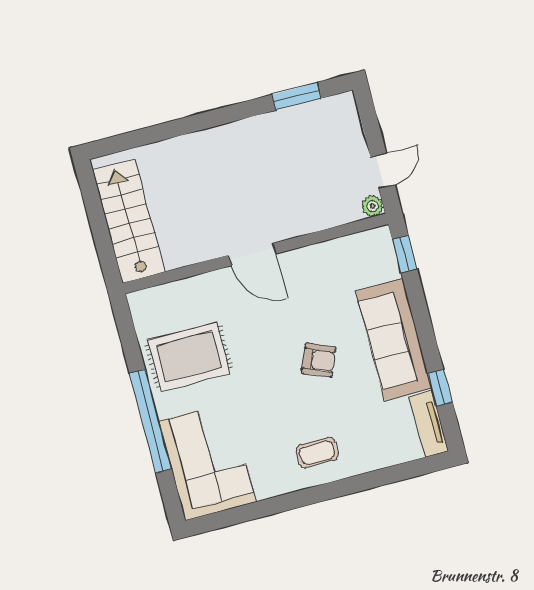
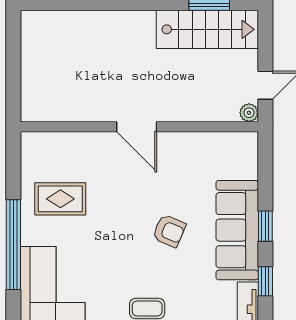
stairs: (129, 221) -> (207, 29), moved, turned 90
window: (405, 254) -> (265, 226), moved
rug: (189, 357) -> (60, 199), width x0.73, depth x0.70

